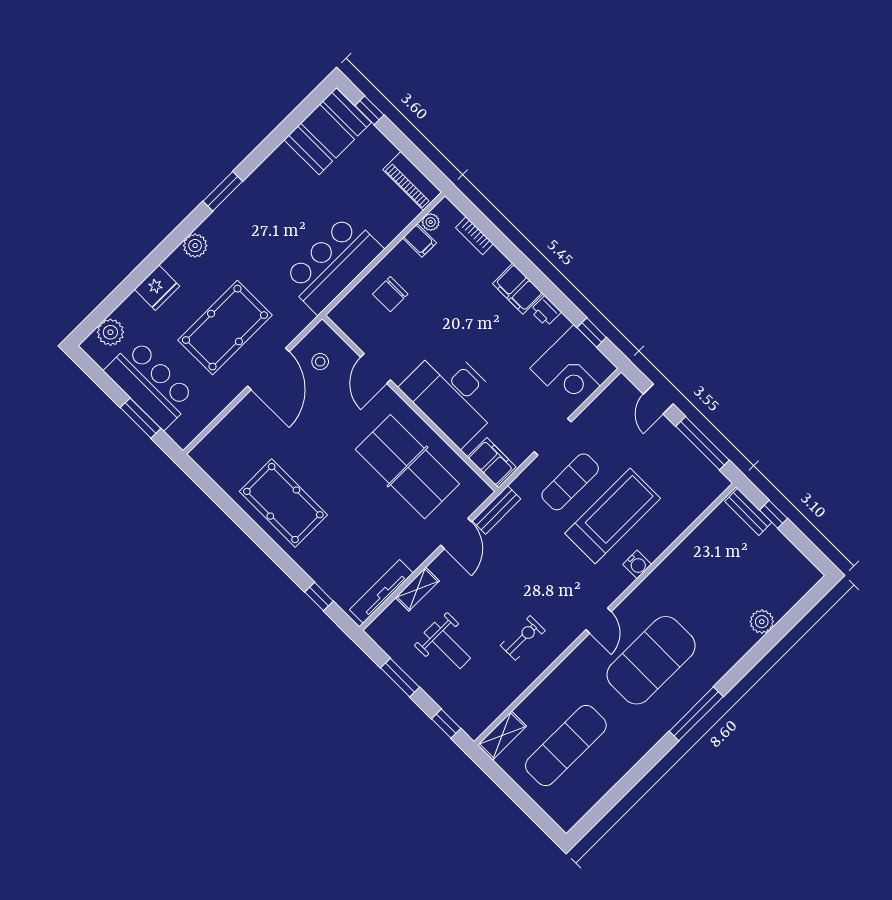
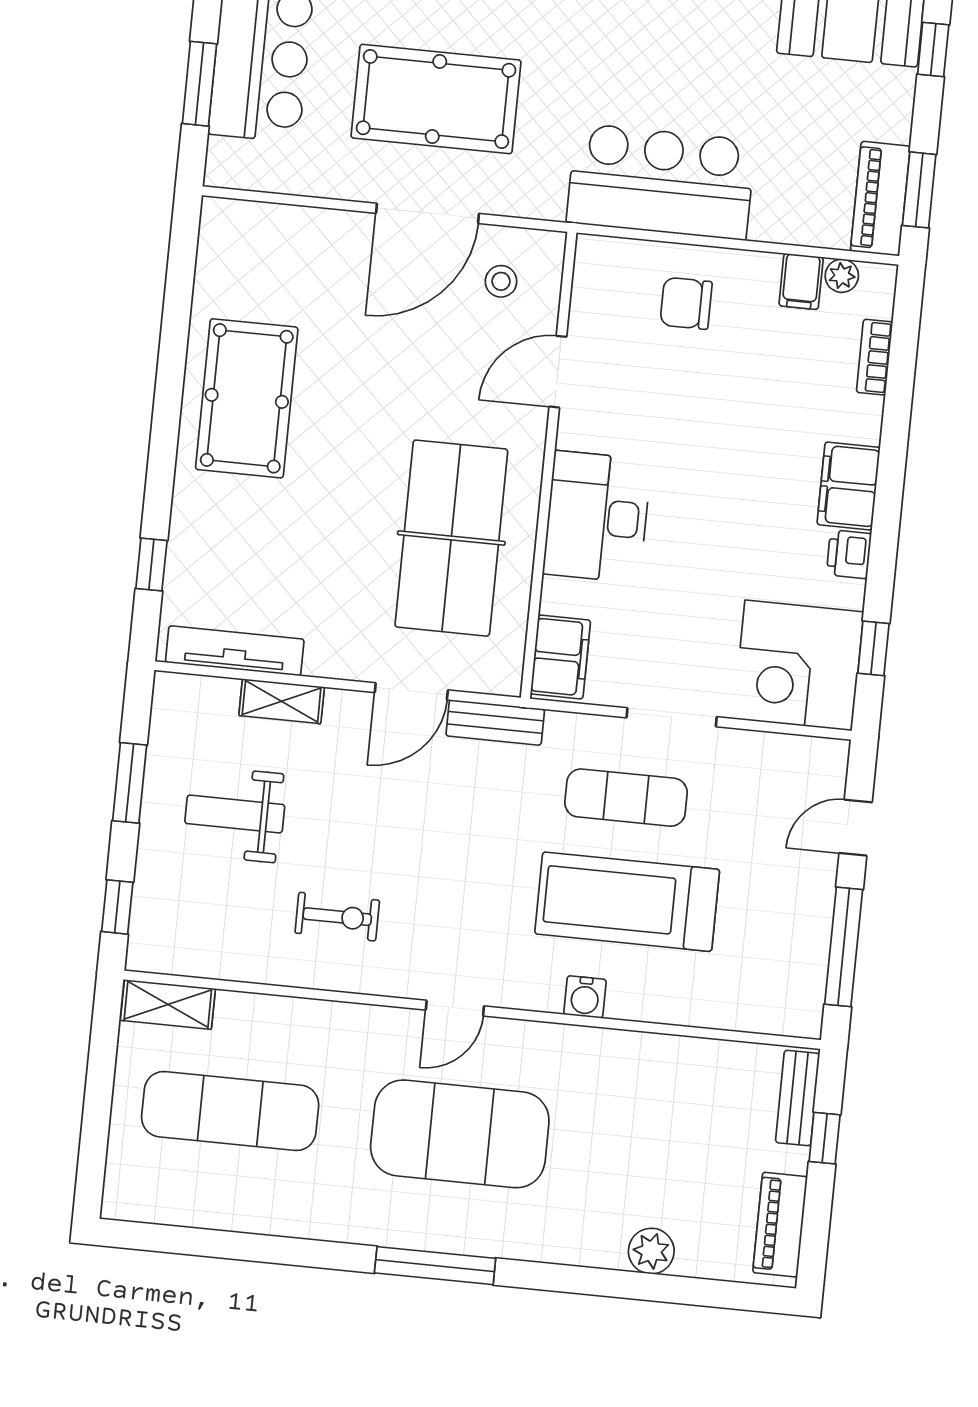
window: (422, 162) -> (919, 190), added
desk: (452, 395) -> (597, 517), width x0.73, depth x0.77
treadmill: (613, 516) -> (627, 902), turned 180
piano: (794, 561) -> (780, 1225), added
weight bench: (447, 645) -> (235, 814), turned 90

